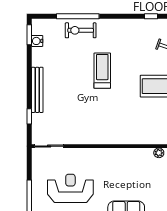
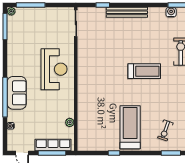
reception desk: (70, 188) -> (54, 69), moved

